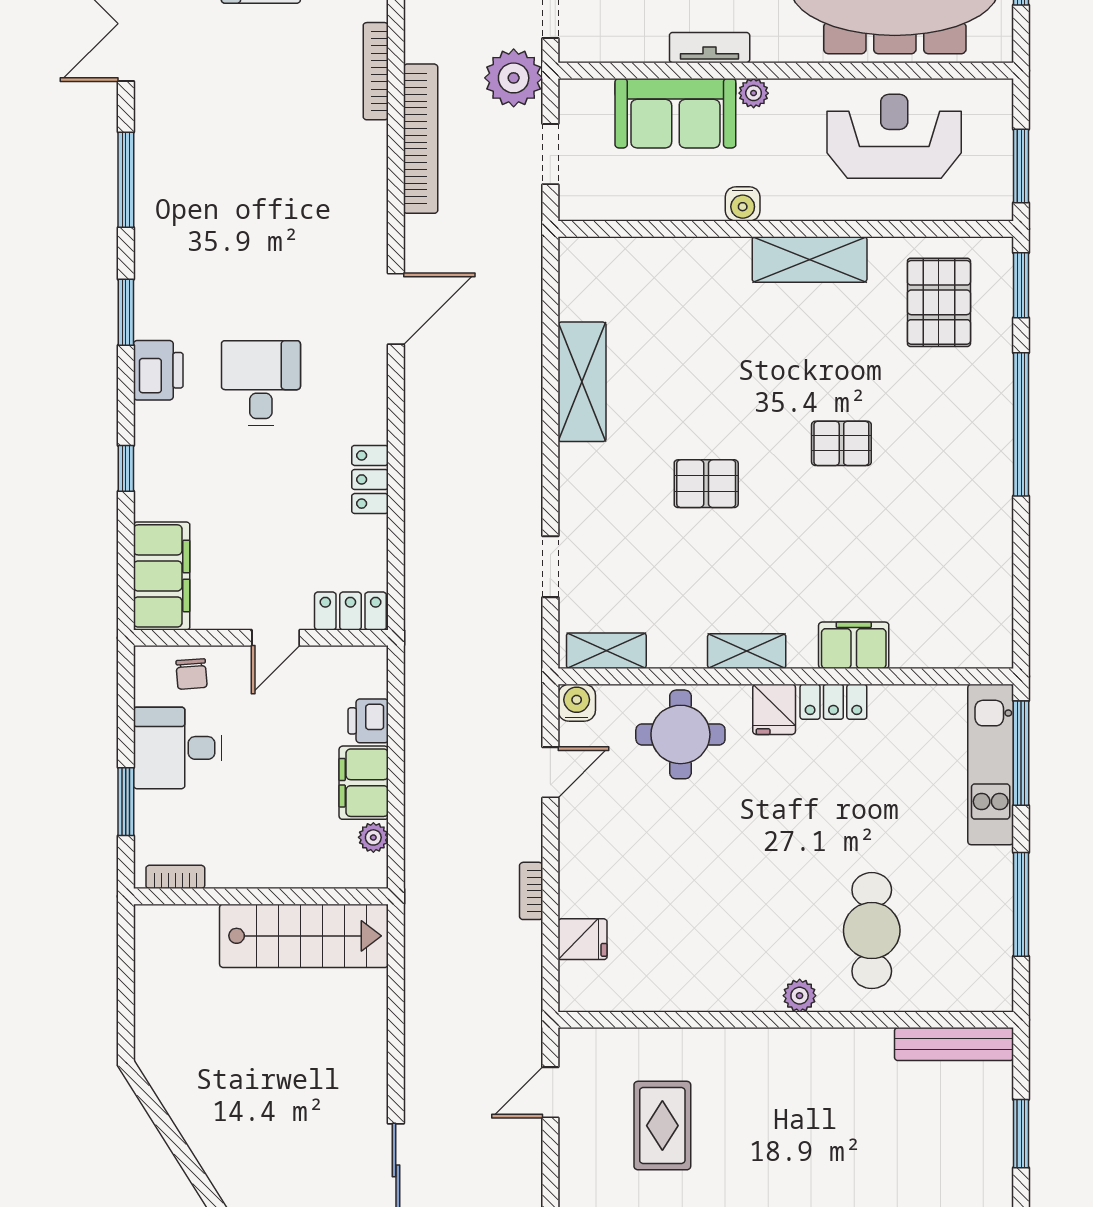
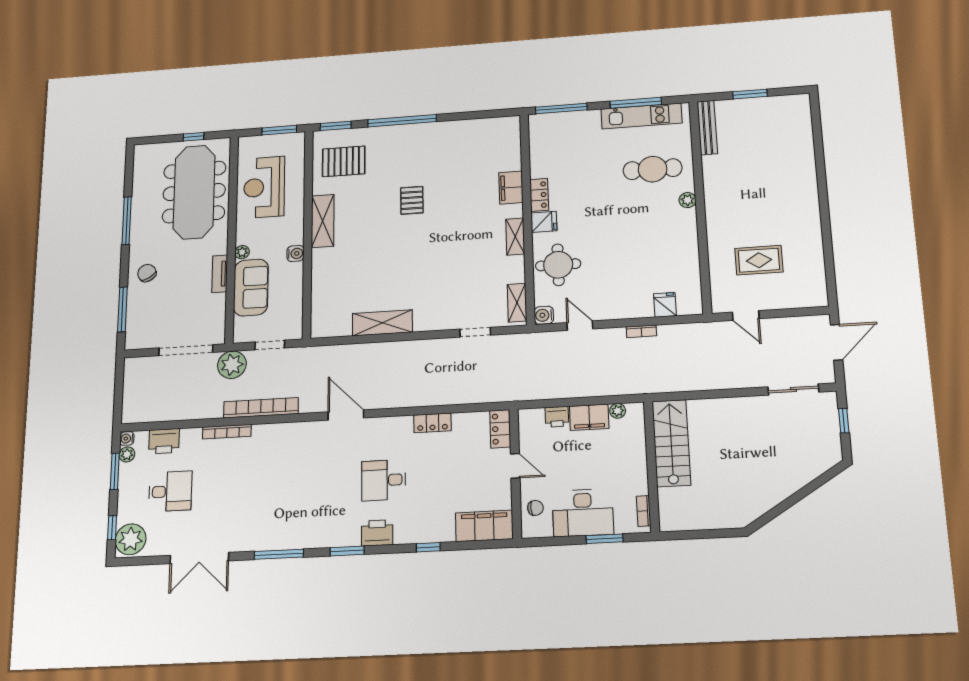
pallet: (706, 484) -> (432, 261), removed
desk: (178, 748) -> (583, 513), width x1.37
kitchen unit: (991, 764) -> (641, 116), moved

